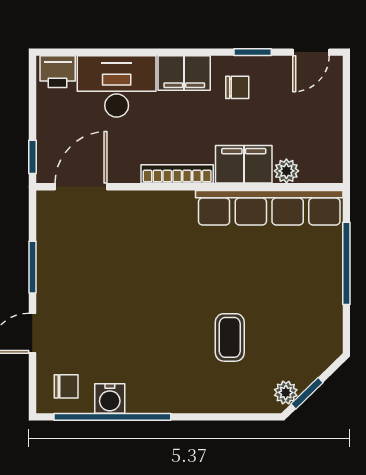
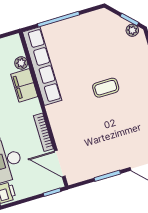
bookcase: (177, 174) -> (43, 132), moved
coffee table: (230, 337) -> (106, 88), moved

